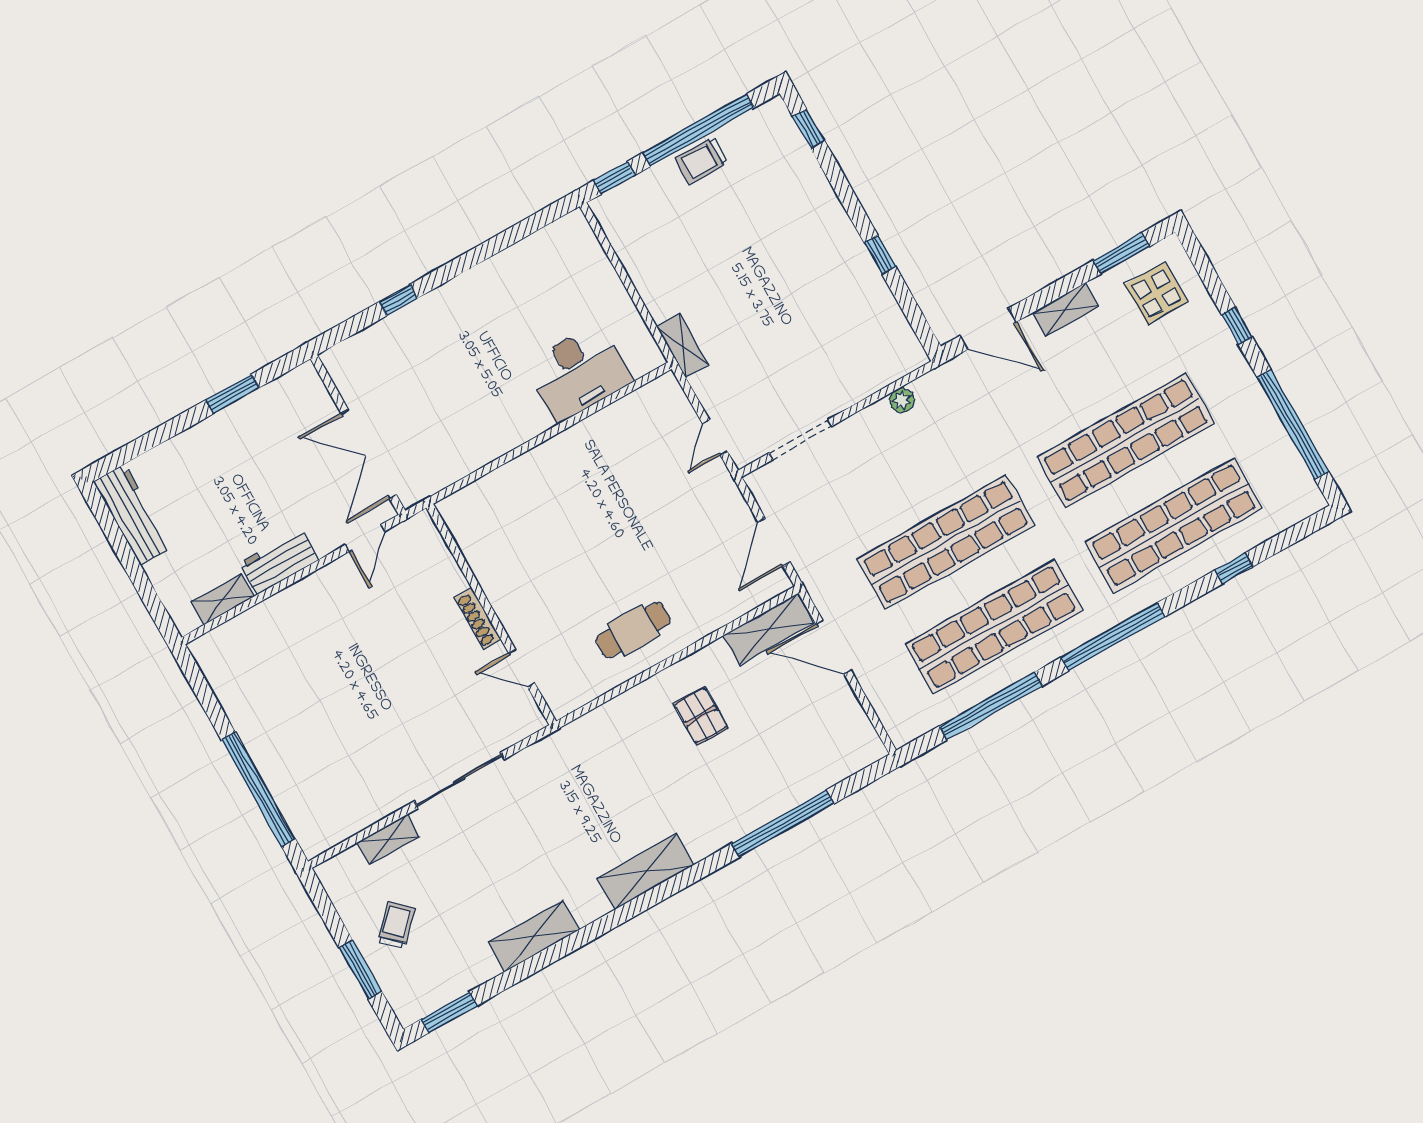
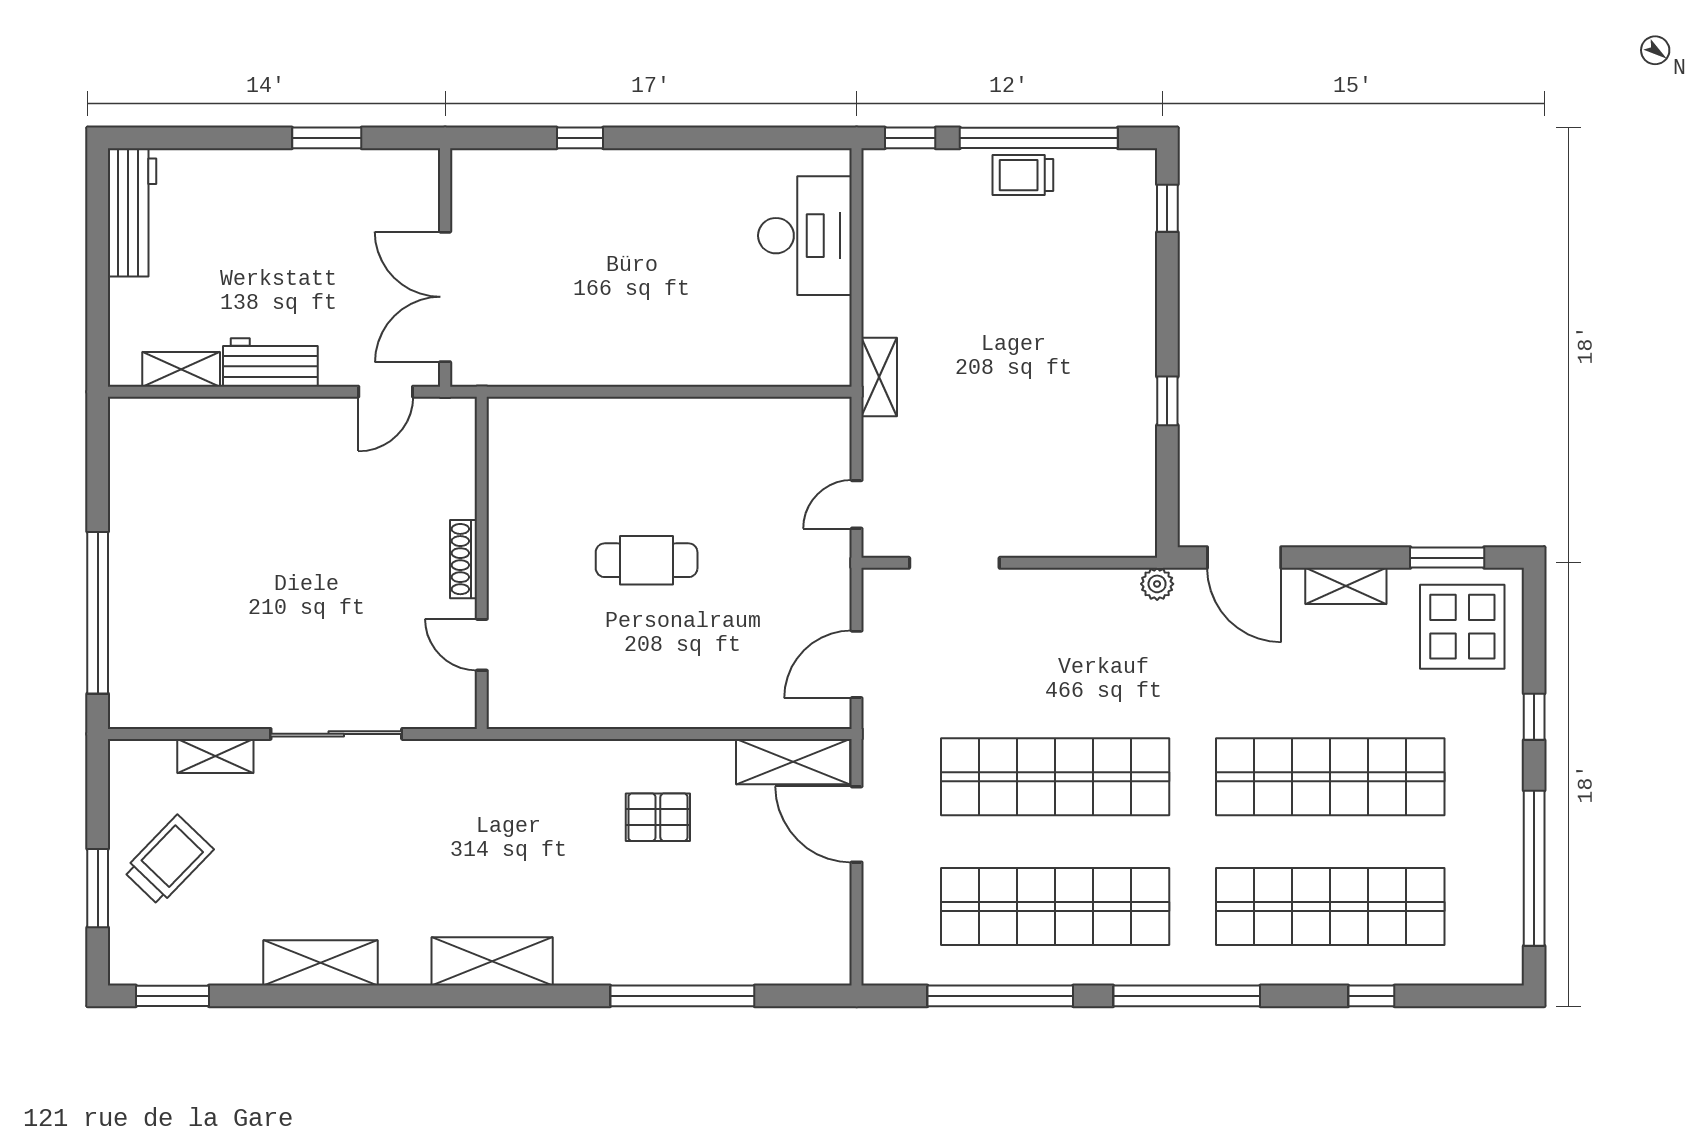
display table: (1157, 293) -> (1462, 627), width x1.36, depth x1.36
desk: (579, 372) -> (805, 236), moved, turned -90
plant: (902, 400) -> (1157, 584), moved
cafe table: (633, 630) -> (647, 560), moved
pallet: (701, 716) -> (658, 817), turned 90
trolley: (396, 925) -> (168, 860), width x1.36, depth x1.39

